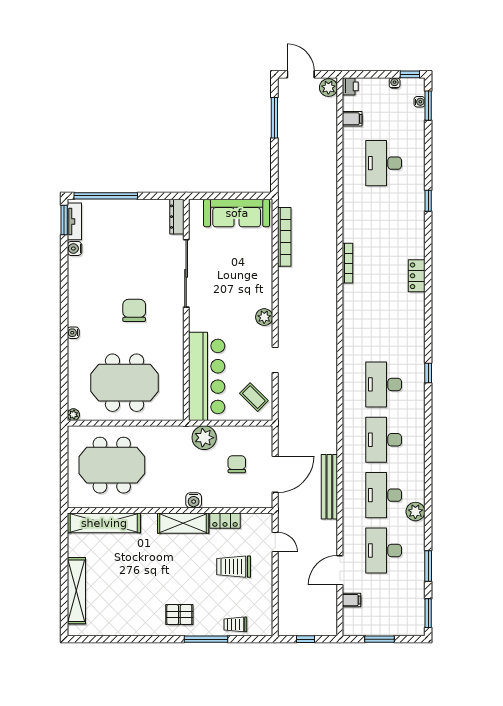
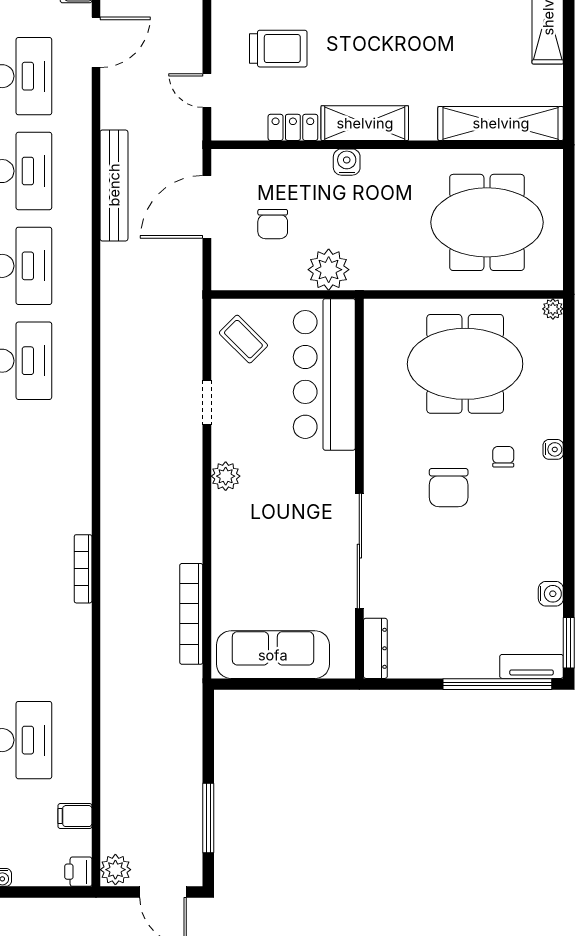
tv unit: (74, 221) -> (532, 666), moved, turned 90
chair: (102, 328) -> (503, 457), added

